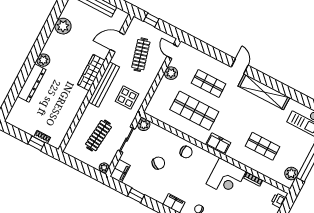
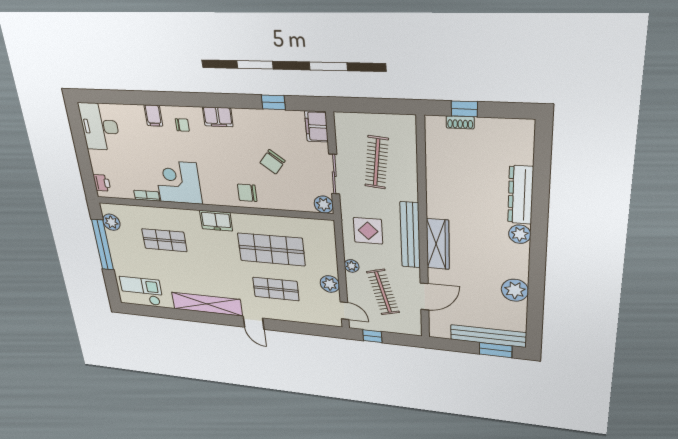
window: (151, 20) -> (372, 336), moved
plant: (104, 168) -> (352, 266), moved

